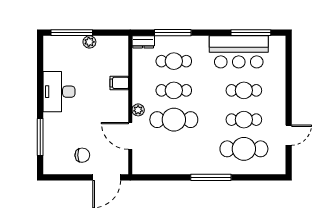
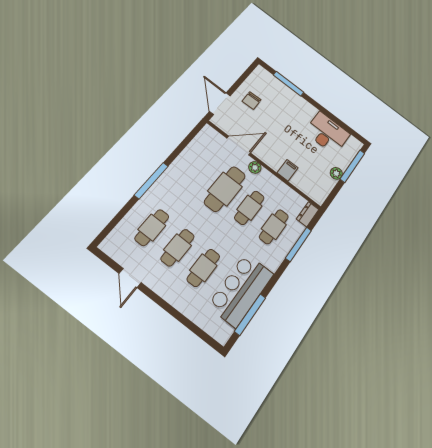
desk: (59, 92) -> (327, 133), moved
cafe table: (244, 149) -> (152, 228), width x0.73, depth x0.74

